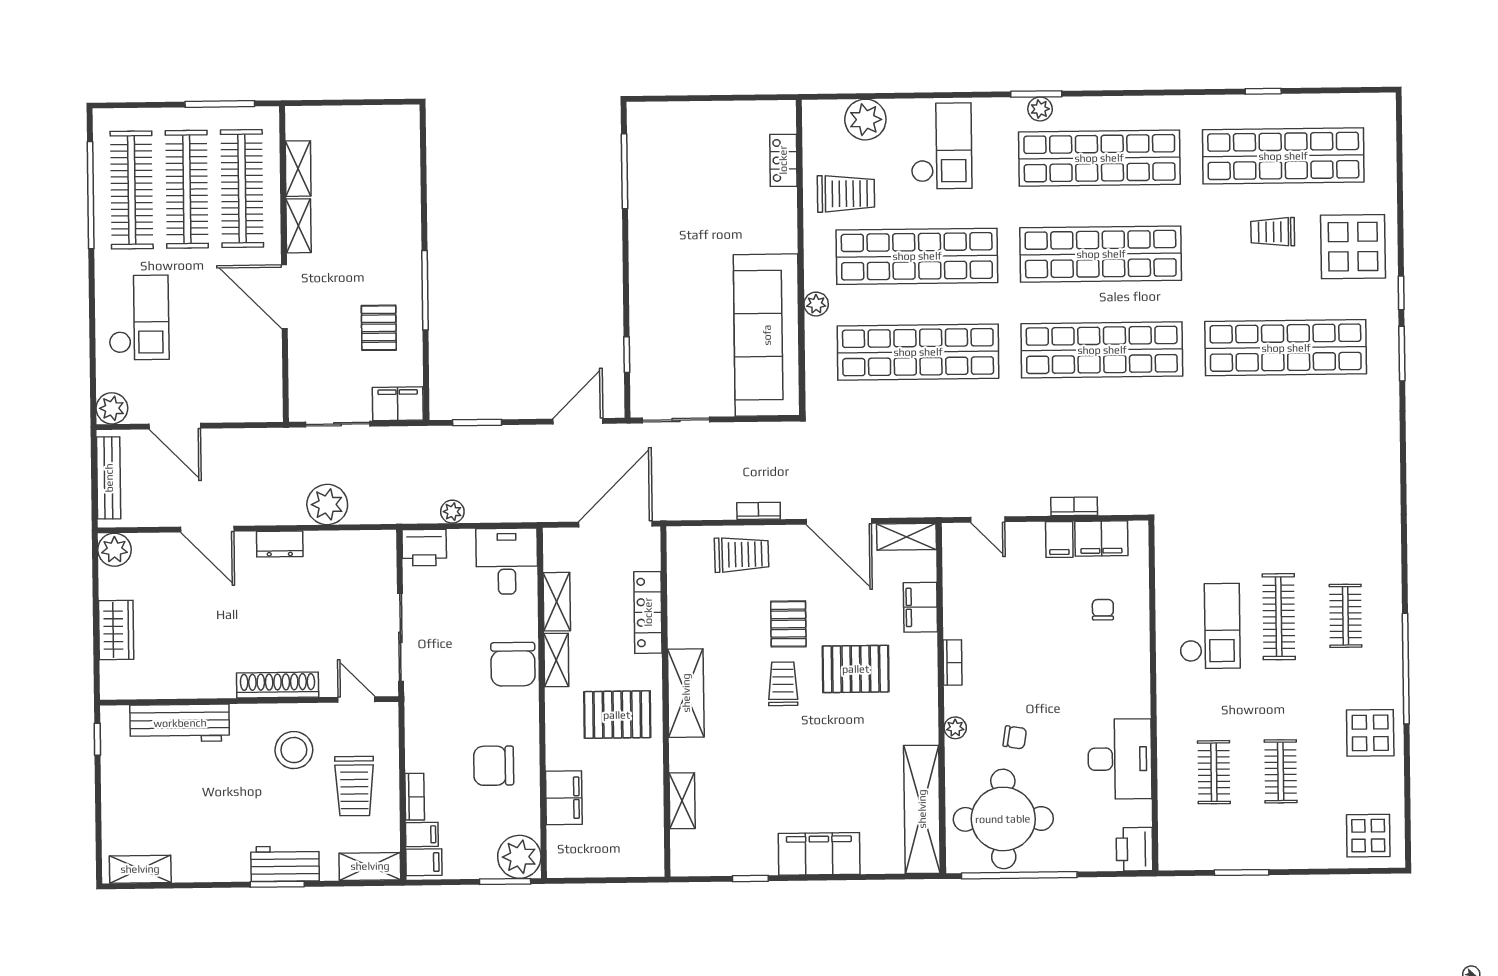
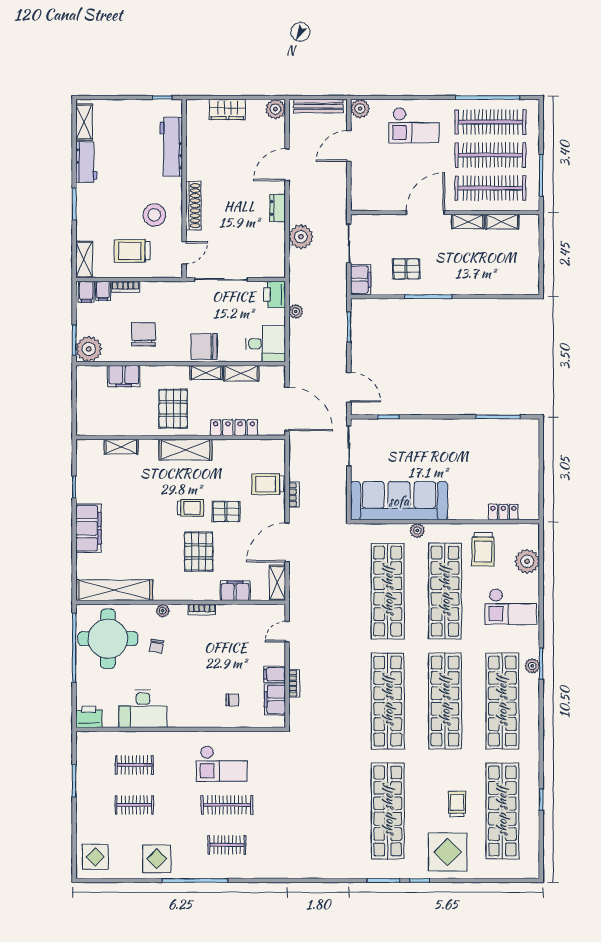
trolley: (742, 555) -> (268, 484), turned 91
workbench: (285, 864) -> (86, 162), moved

